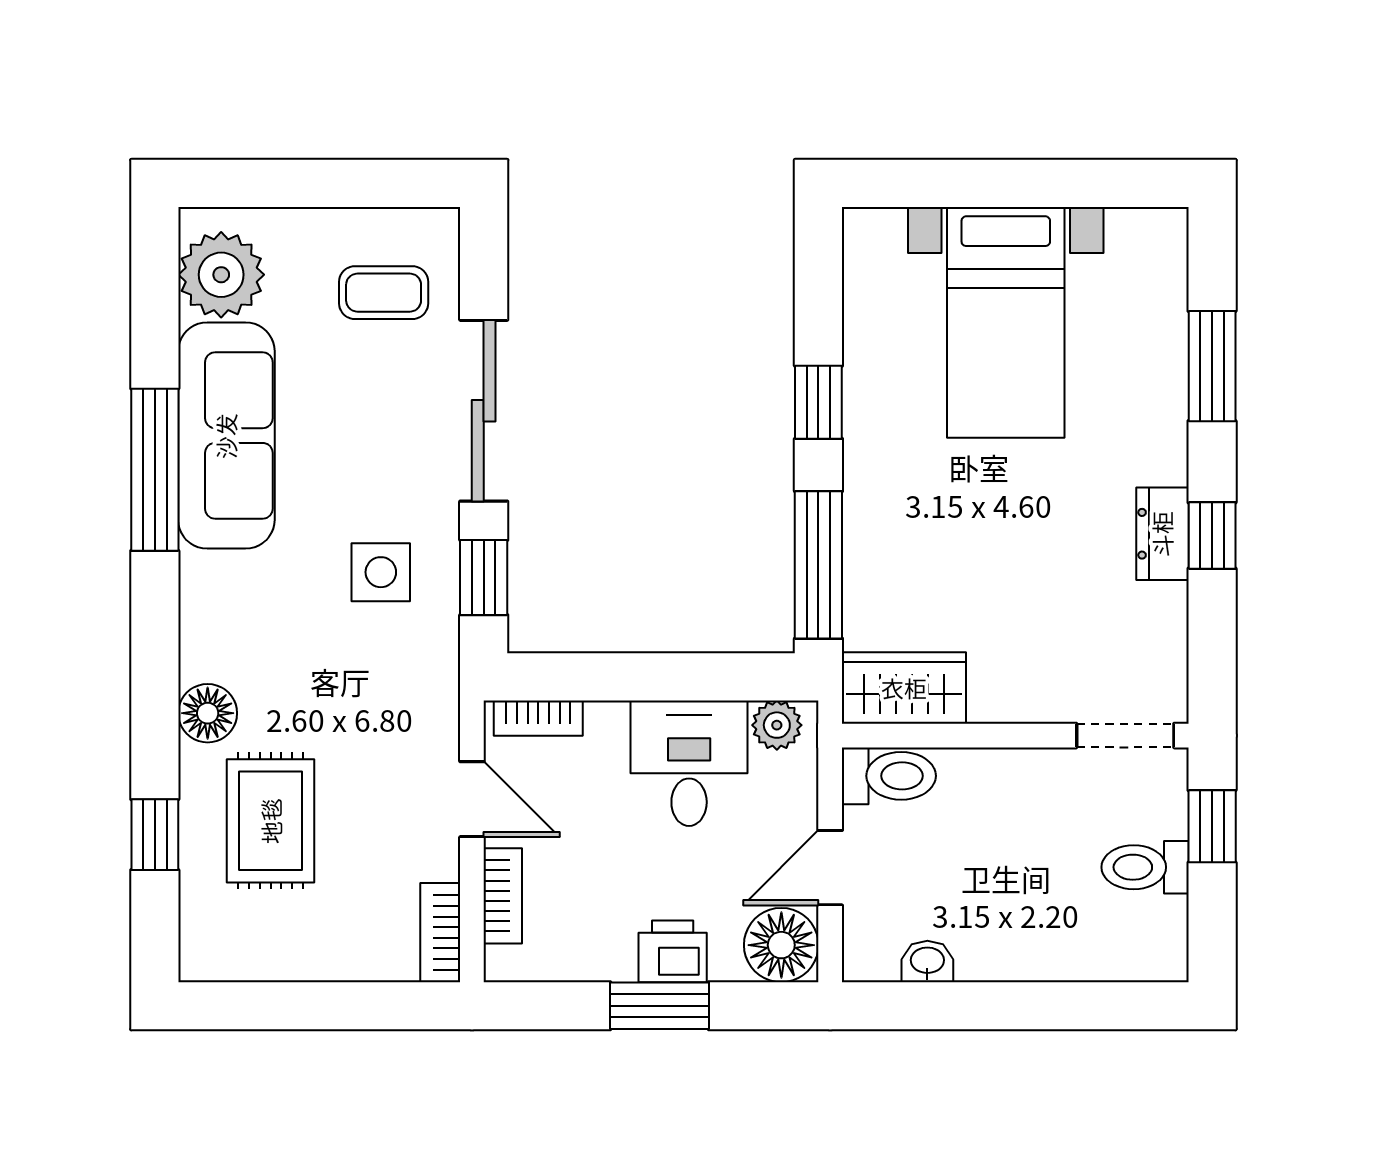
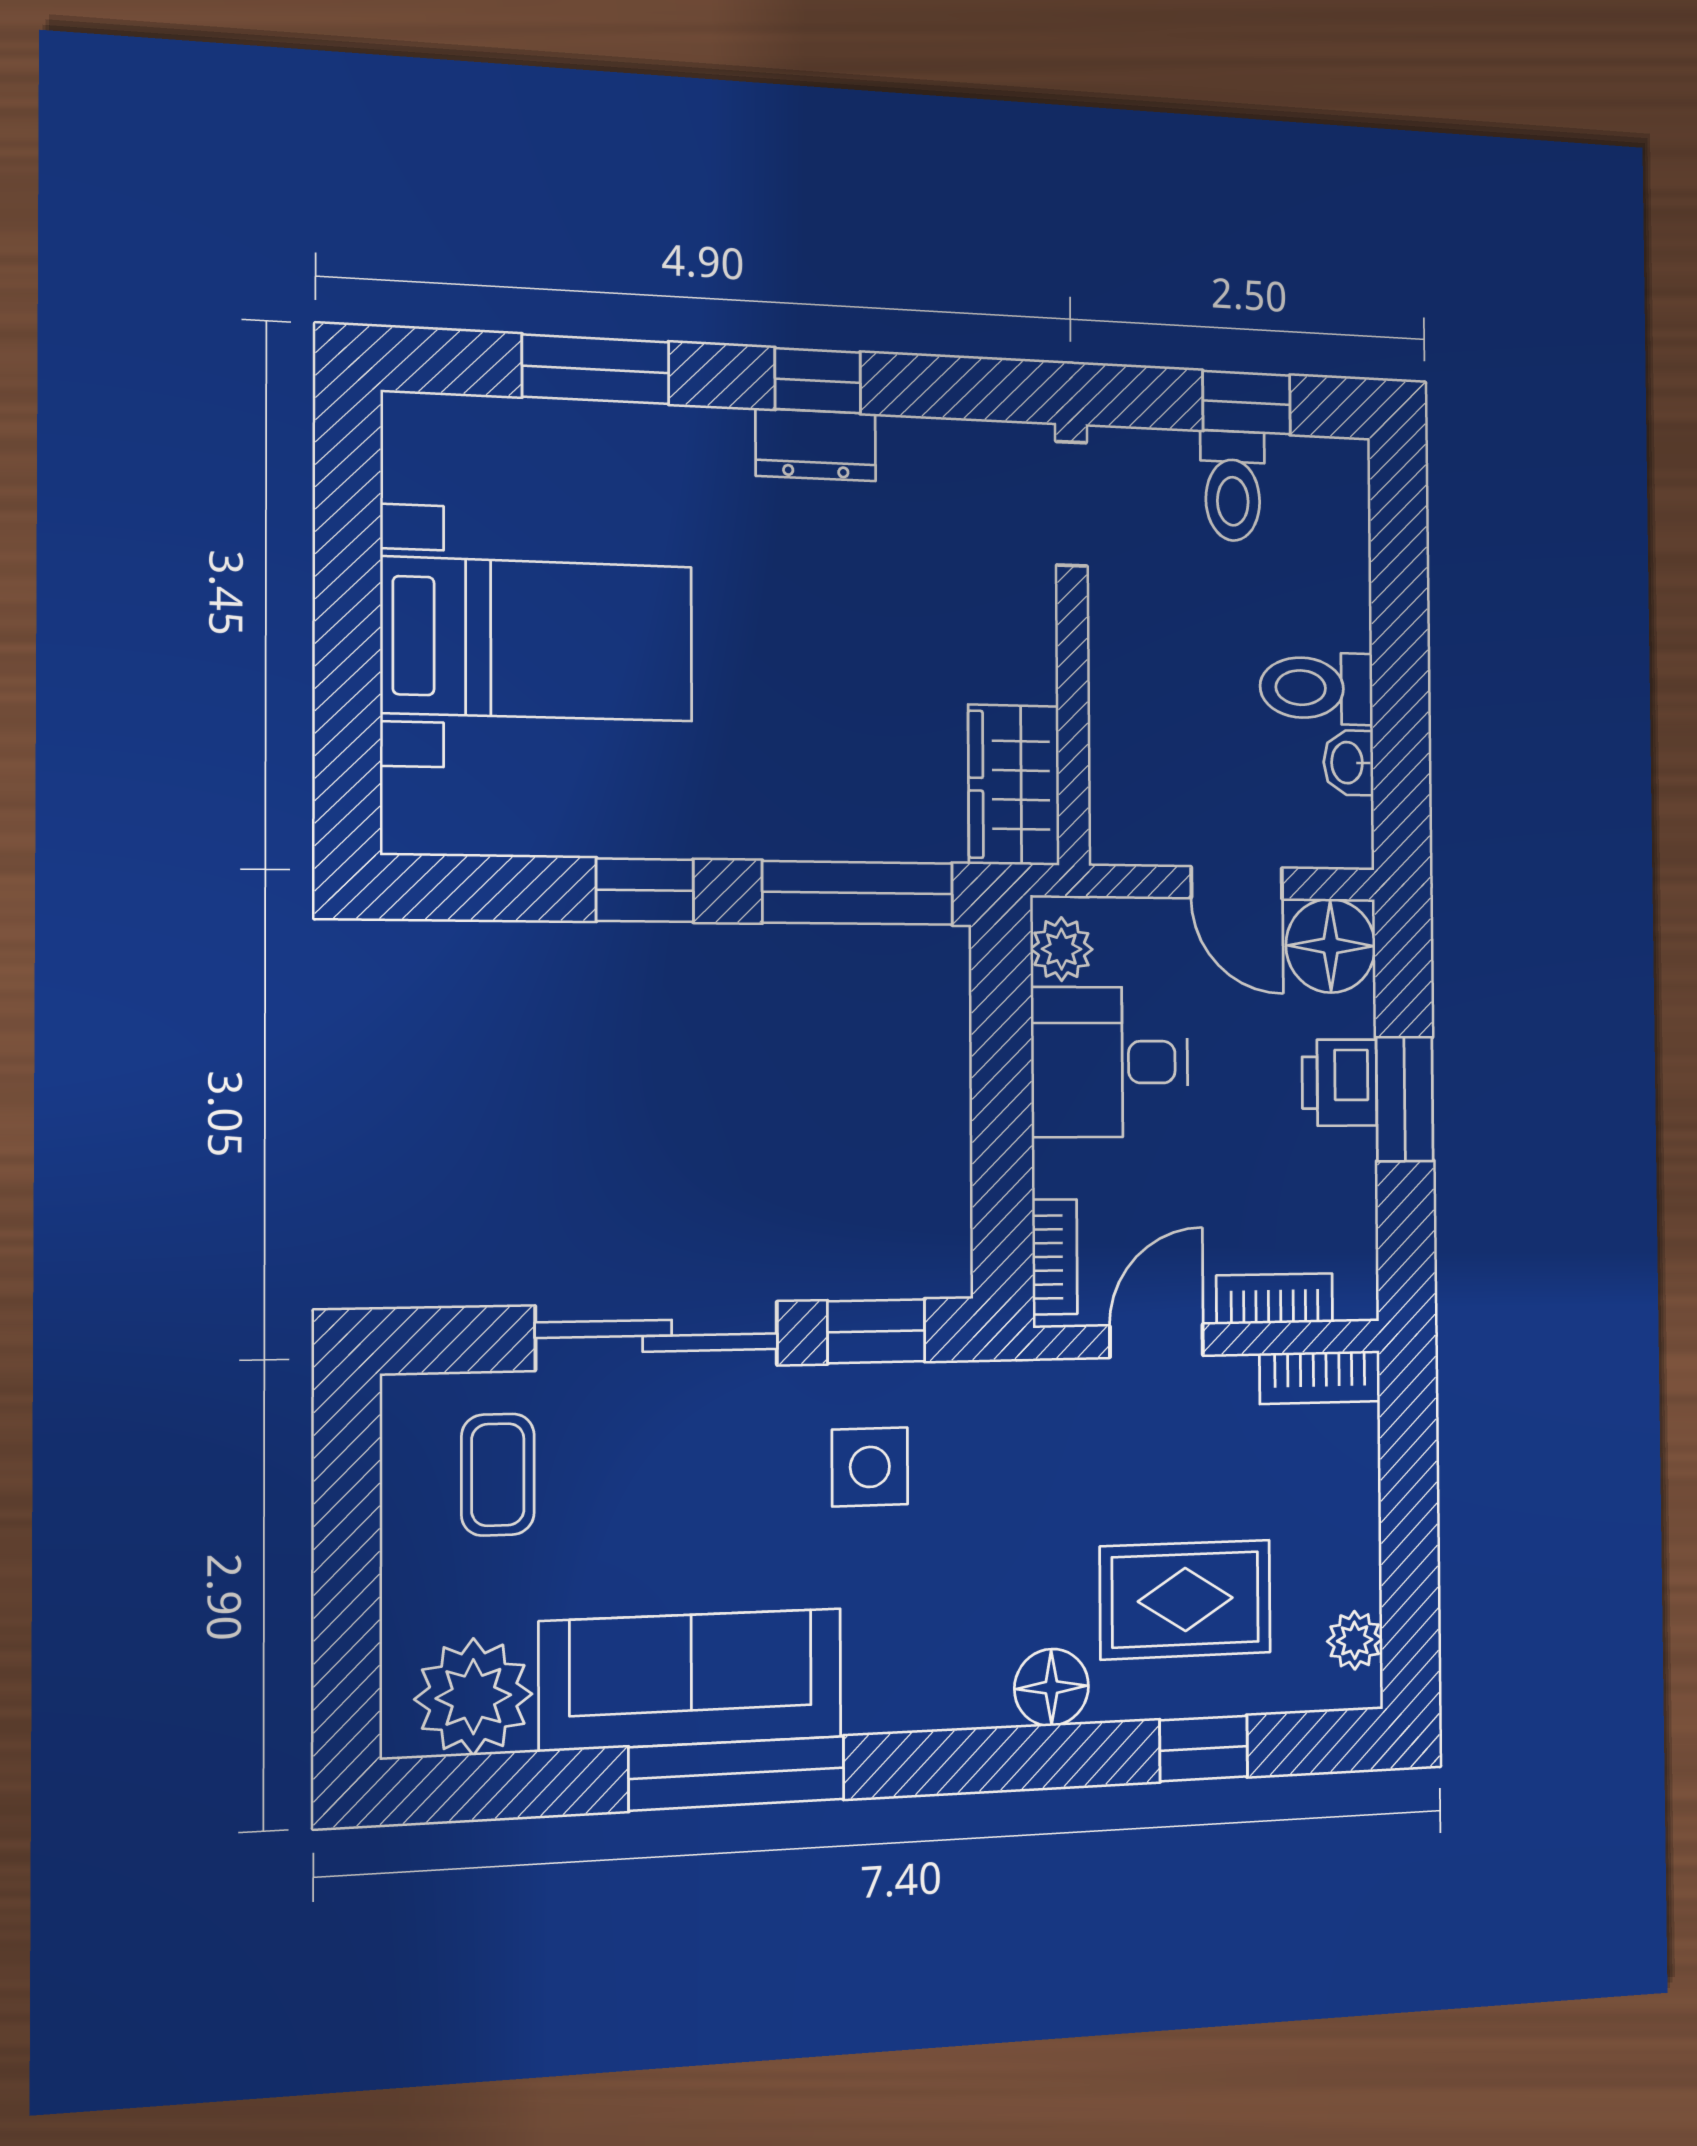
toilet: (889, 776) -> (1316, 688), moved, turned -90
window: (1212, 826) -> (1247, 403), moved
plant: (233, 959) -> (1355, 1640), added

